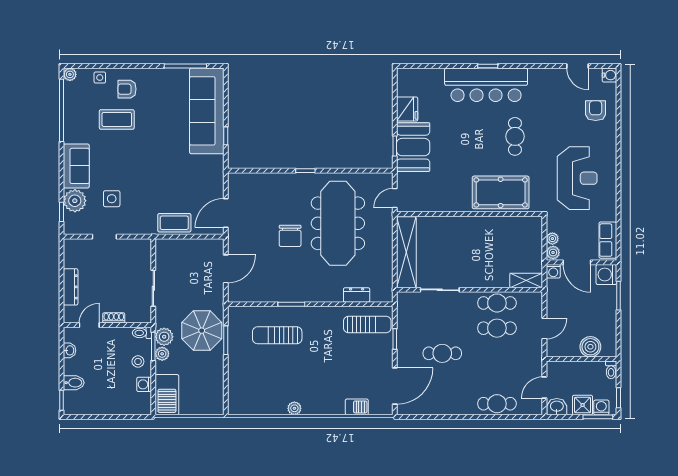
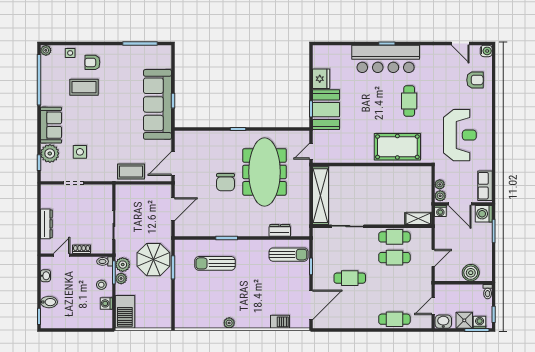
sofa: (207, 111) -> (157, 104), moved
armchair: (596, 111) -> (475, 80), turned 90

